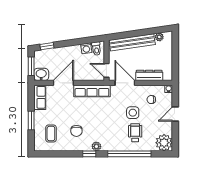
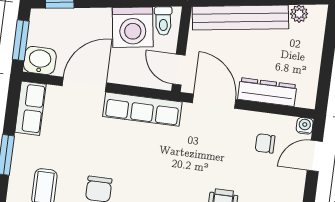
washing machine: (86, 48) -> (133, 27), width x1.89, depth x1.89
side table: (133, 113) -> (222, 166), removed
door: (175, 114) -> (315, 156), moved

